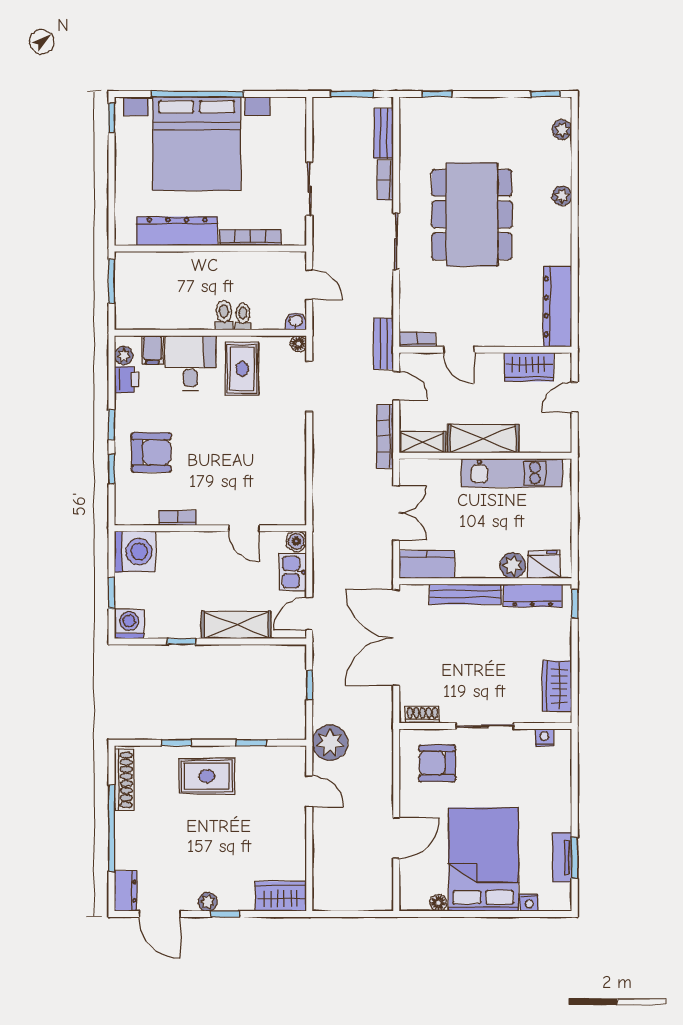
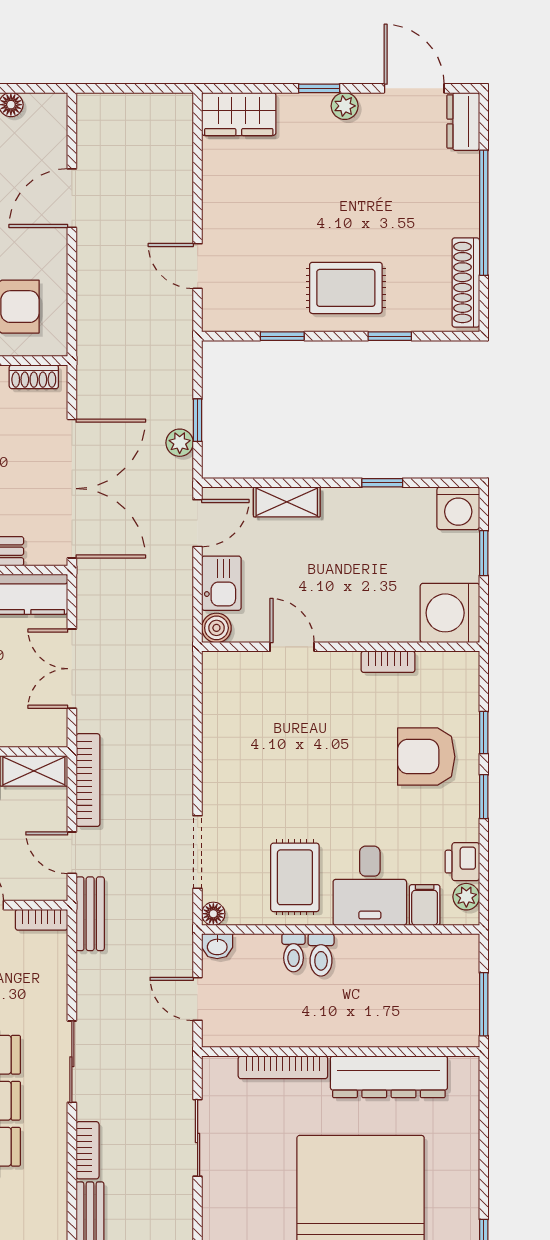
shelving: (236, 625) -> (287, 502), width x0.67, depth x0.75
plant: (330, 743) -> (180, 443), moved, width x0.53, depth x0.53

